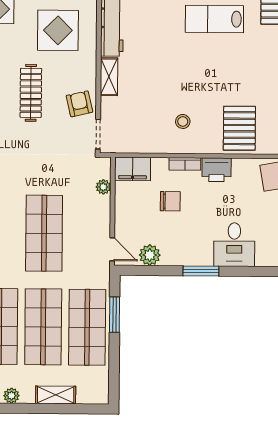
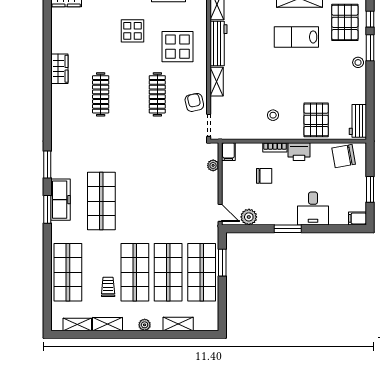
filing cabinet: (133, 169) -> (228, 152), width x0.50
shop shelf: (44, 233) -> (168, 201), removed

